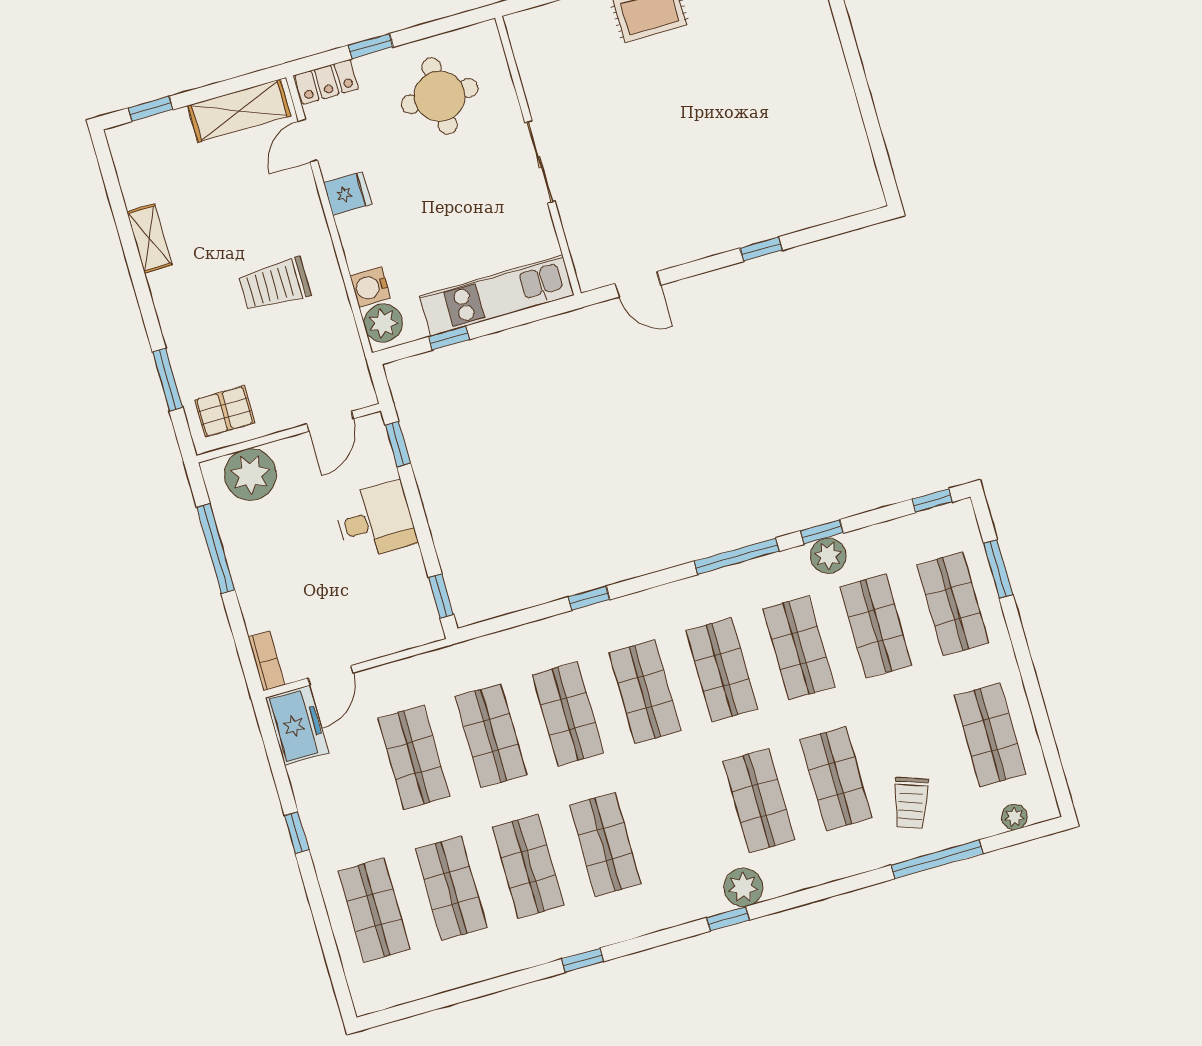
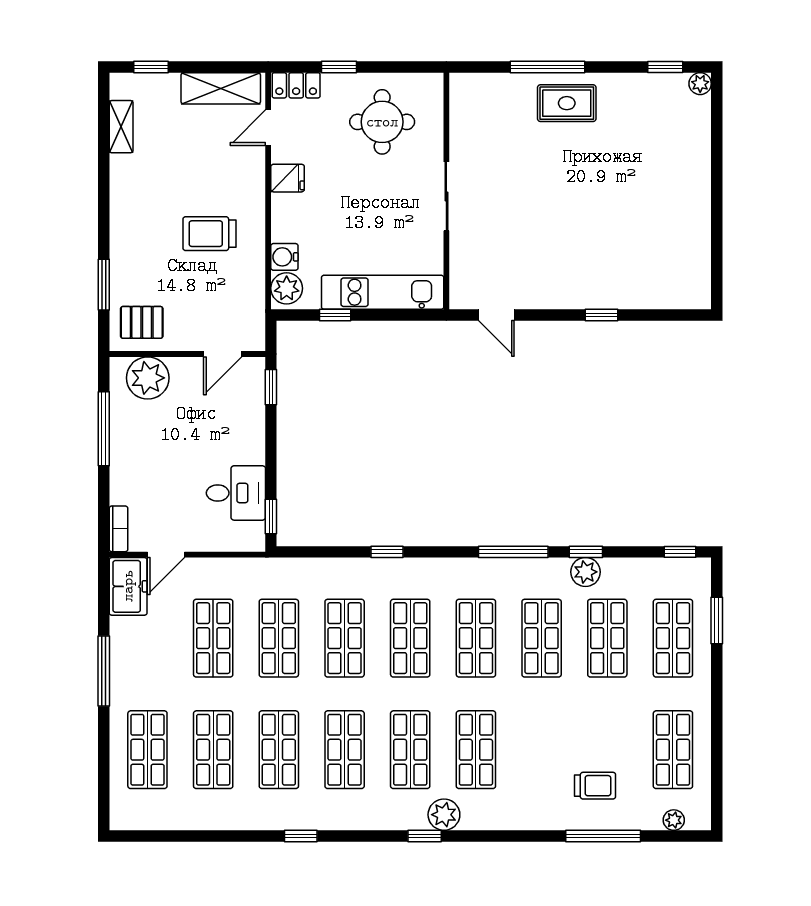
shelving: (149, 238) -> (121, 127), moved
desk: (375, 520) -> (236, 493), moved
shop shelf: (836, 779) -> (410, 750), moved
trolley: (911, 803) -> (595, 786), turned -109
window: (297, 833) -> (104, 671), width x2.17

